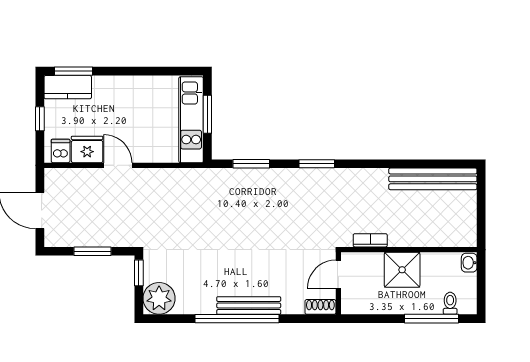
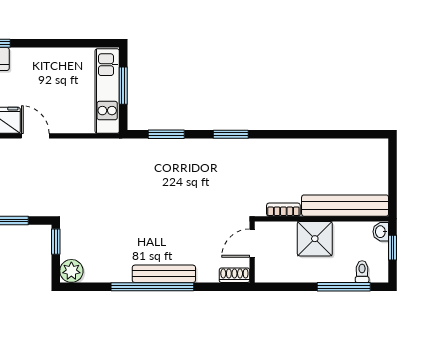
bench: (433, 179) -> (345, 206), moved
window: (481, 279) -> (393, 248), added
plant: (159, 298) -> (71, 271), width x0.73, depth x0.73

